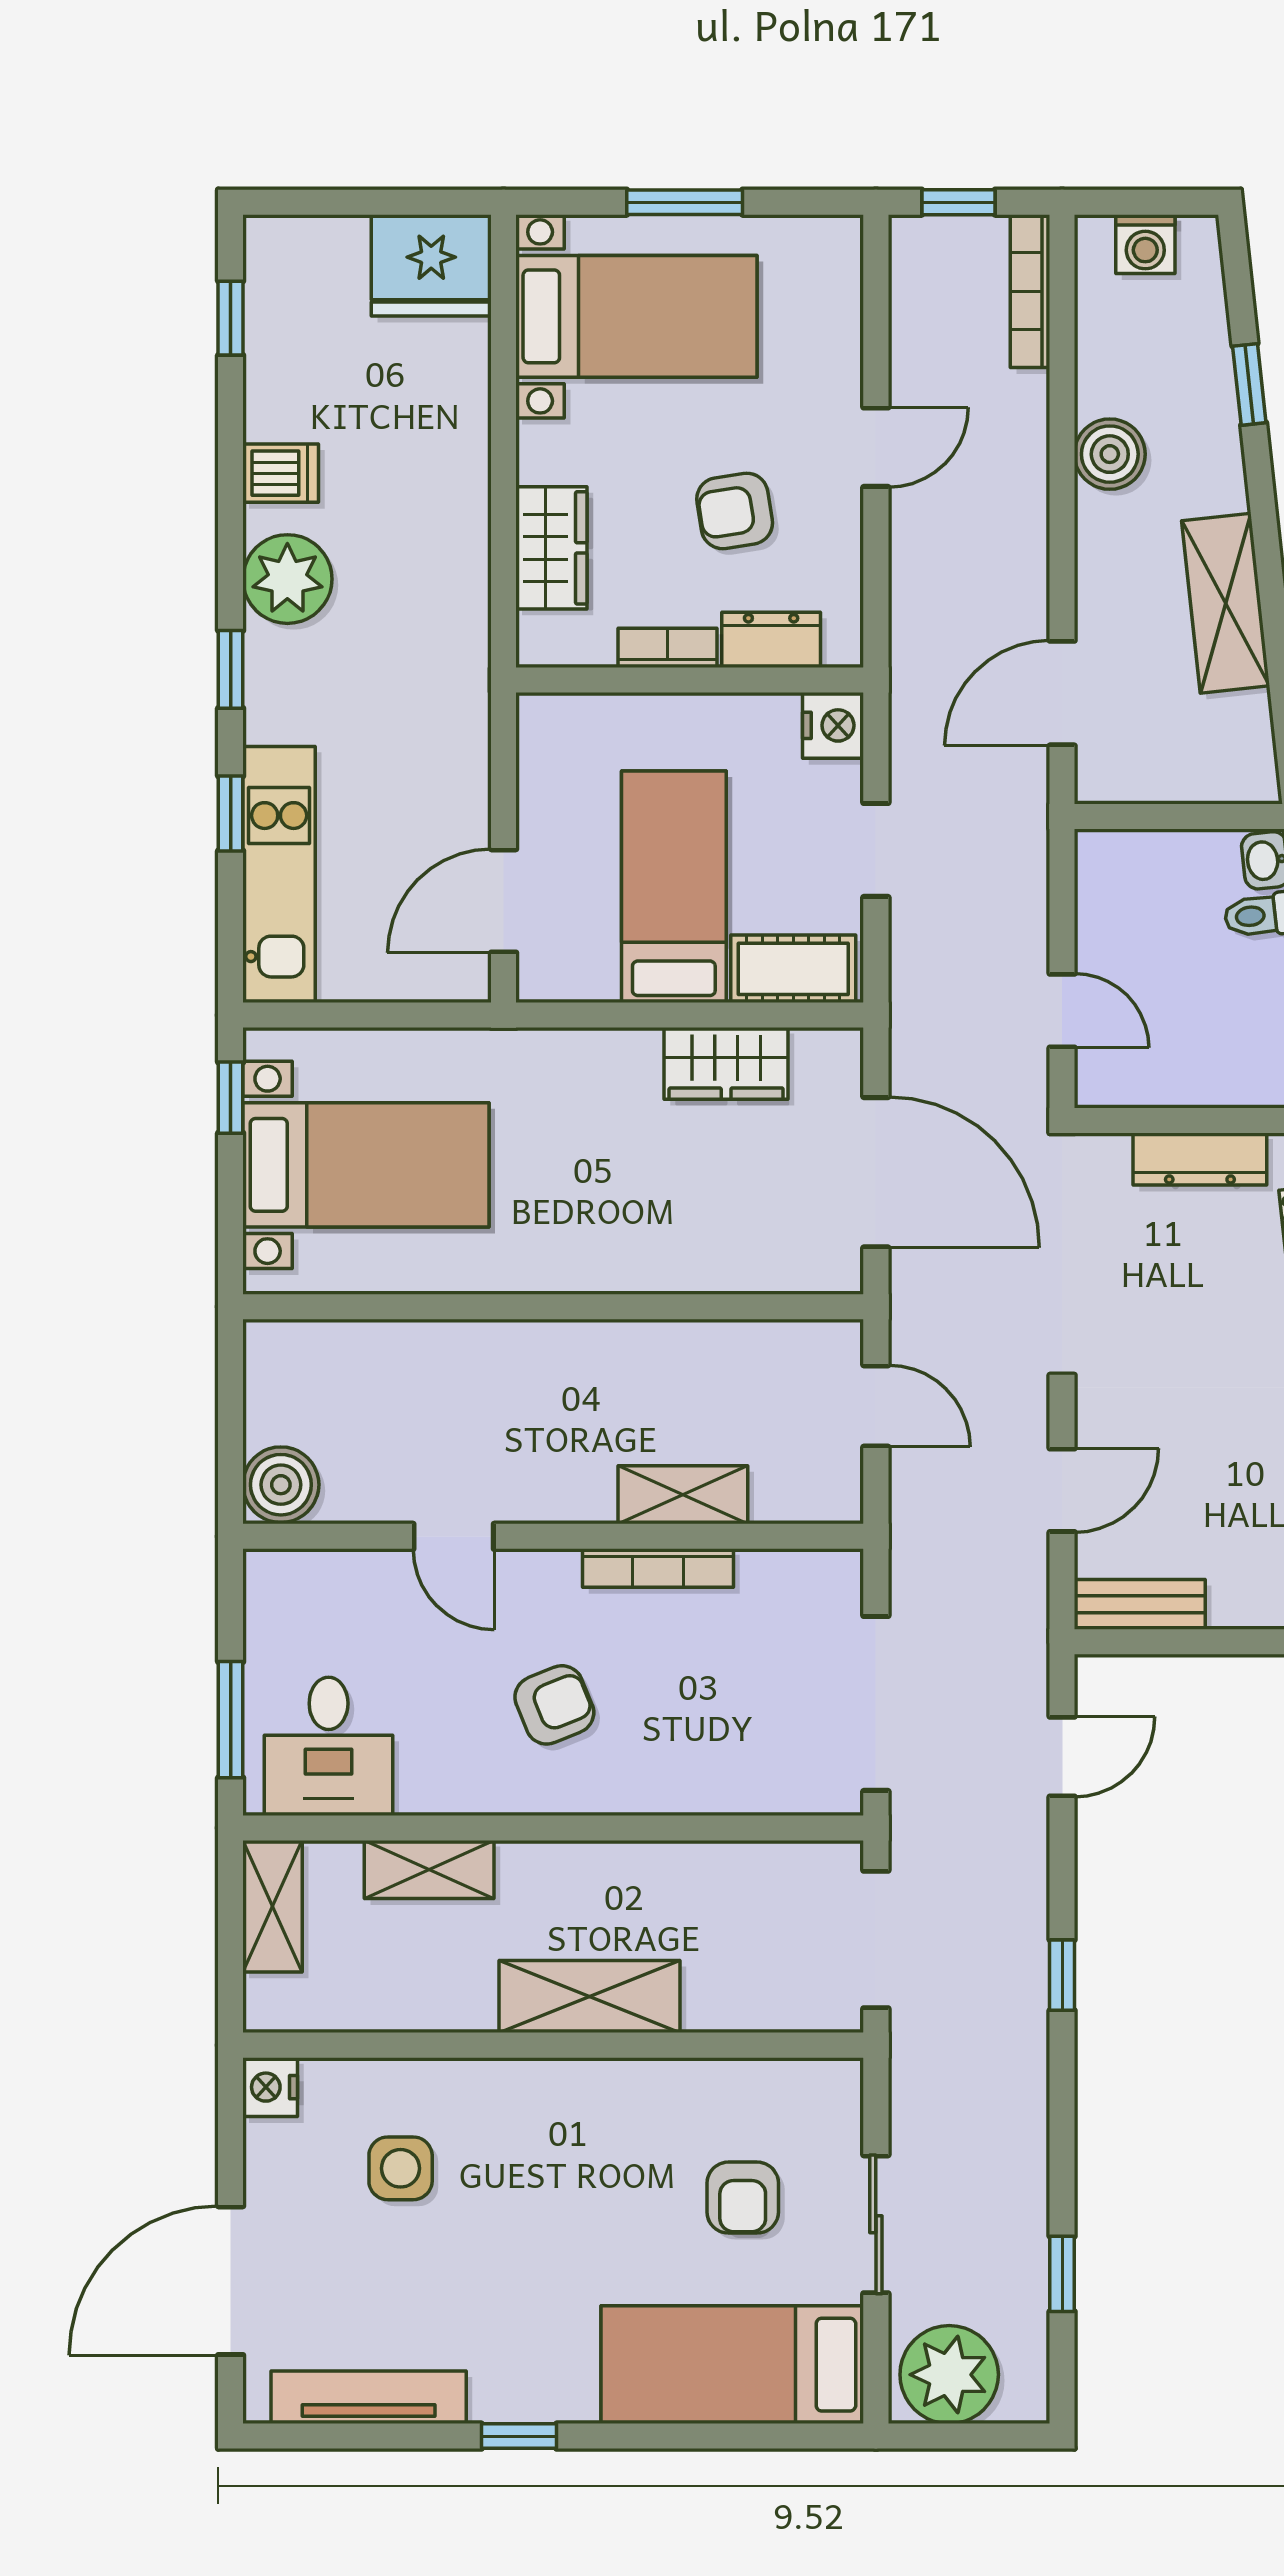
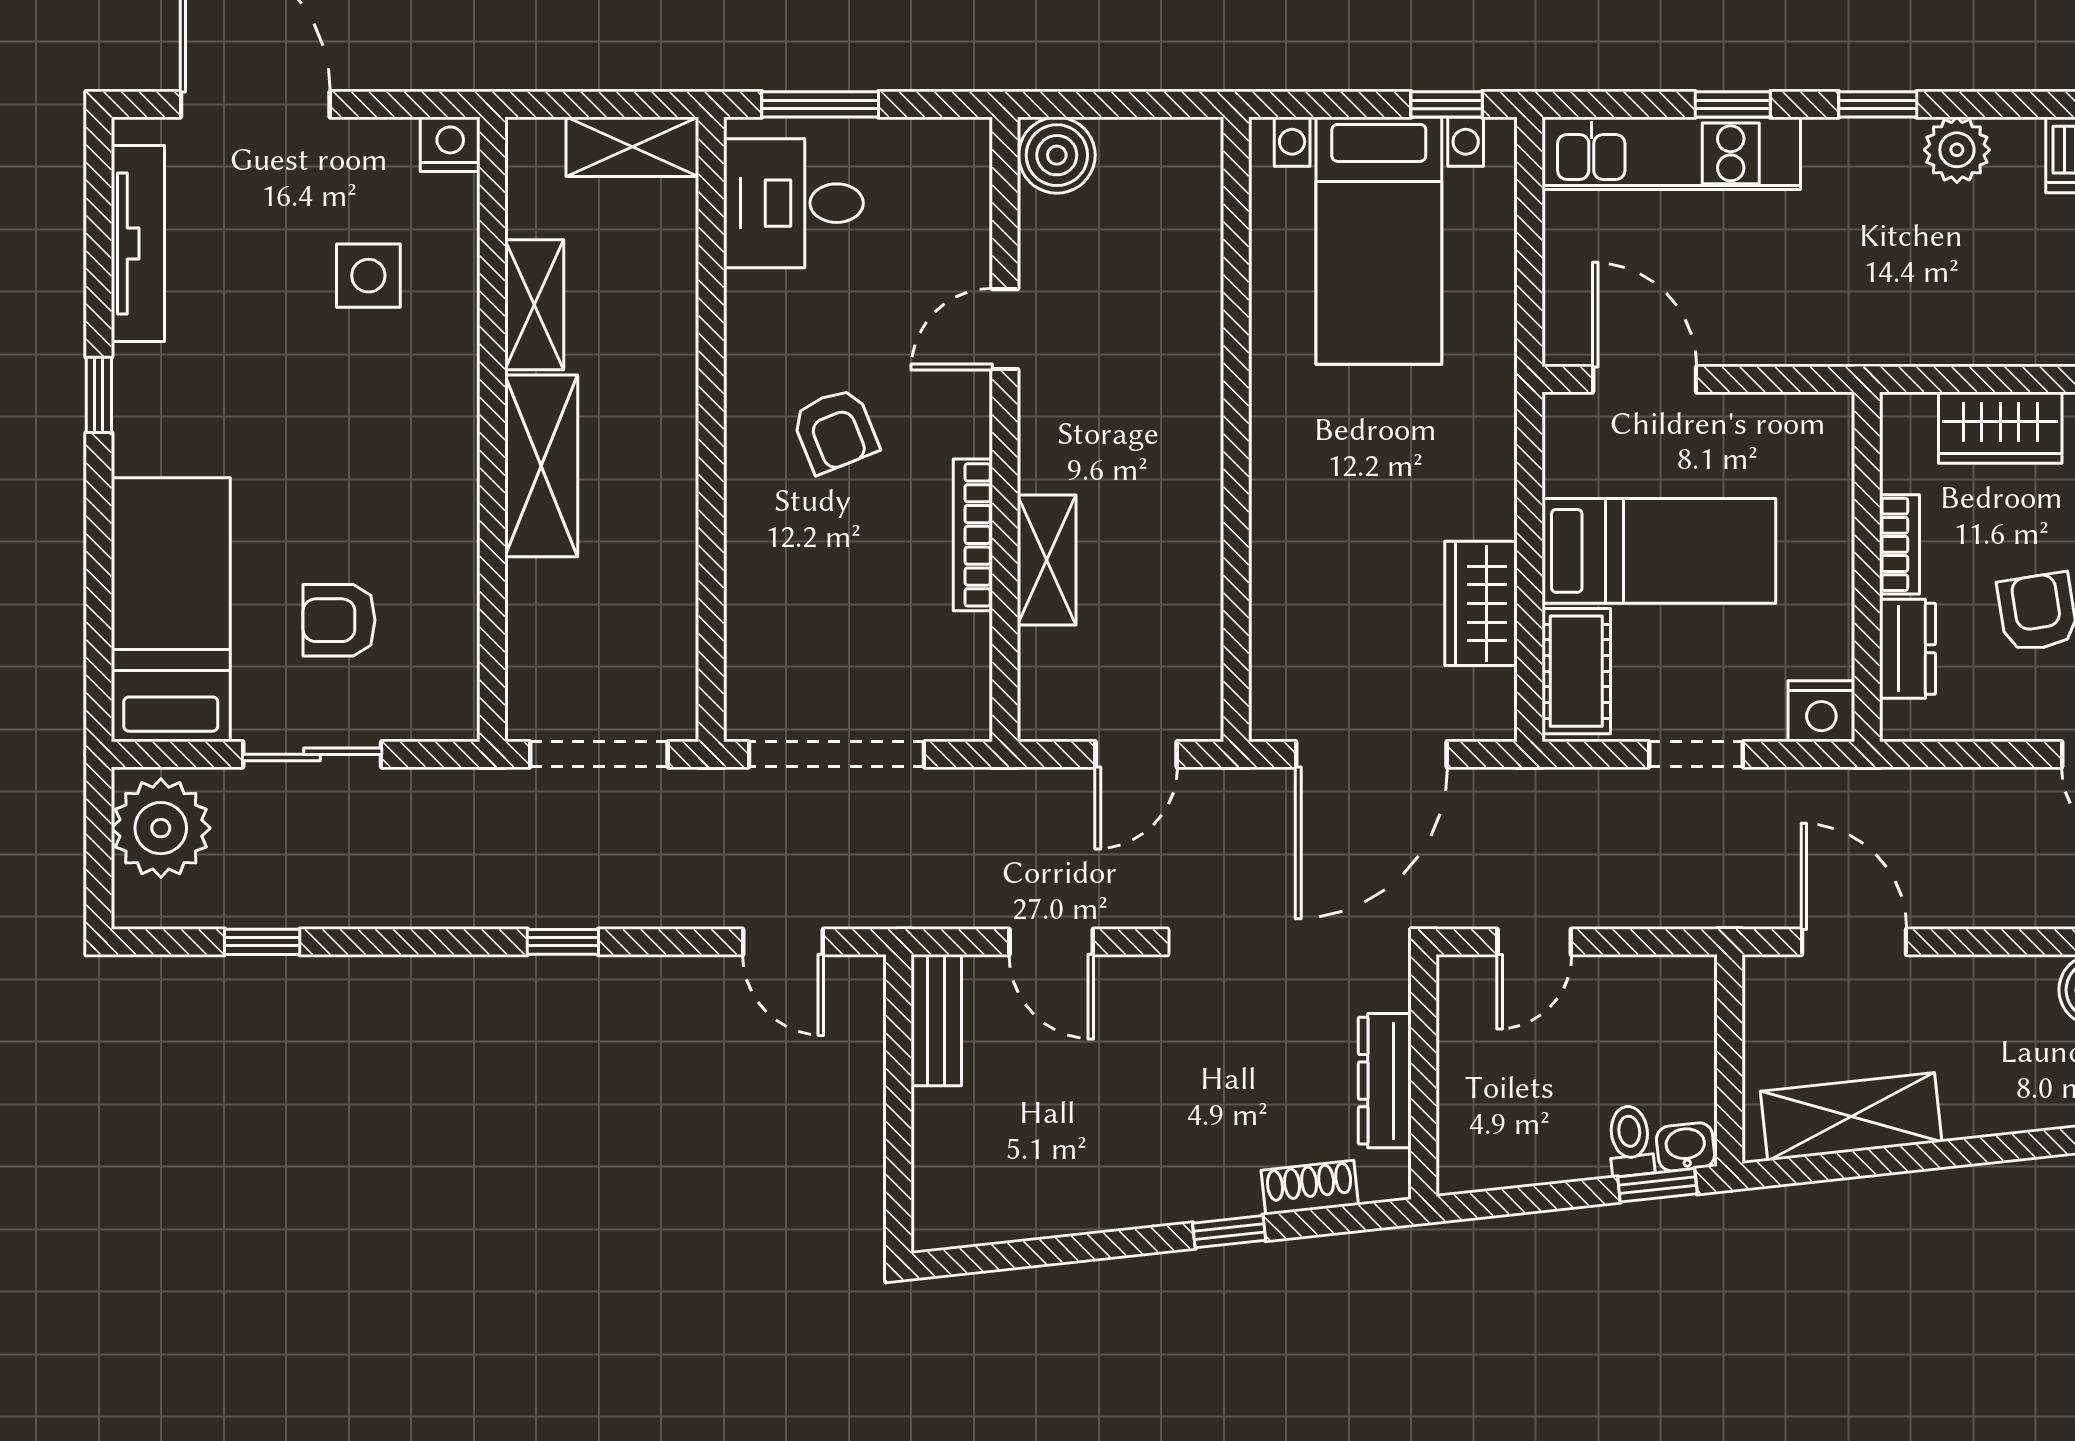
plant: (287, 579) -> (1957, 150), width x0.73, depth x0.73
shelving: (1226, 603) -> (1851, 1117), moved
shelving: (429, 1870) -> (534, 305), moved

